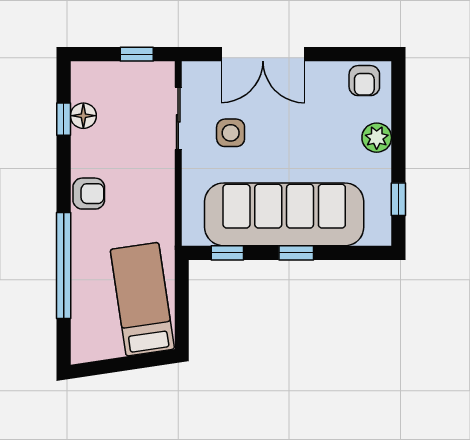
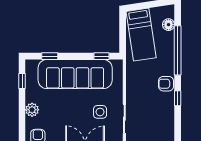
floor lamp: (83, 116) -> (169, 25), moved
window: (64, 119) -> (178, 98), moved
window: (296, 253) -> (50, 56), moved

